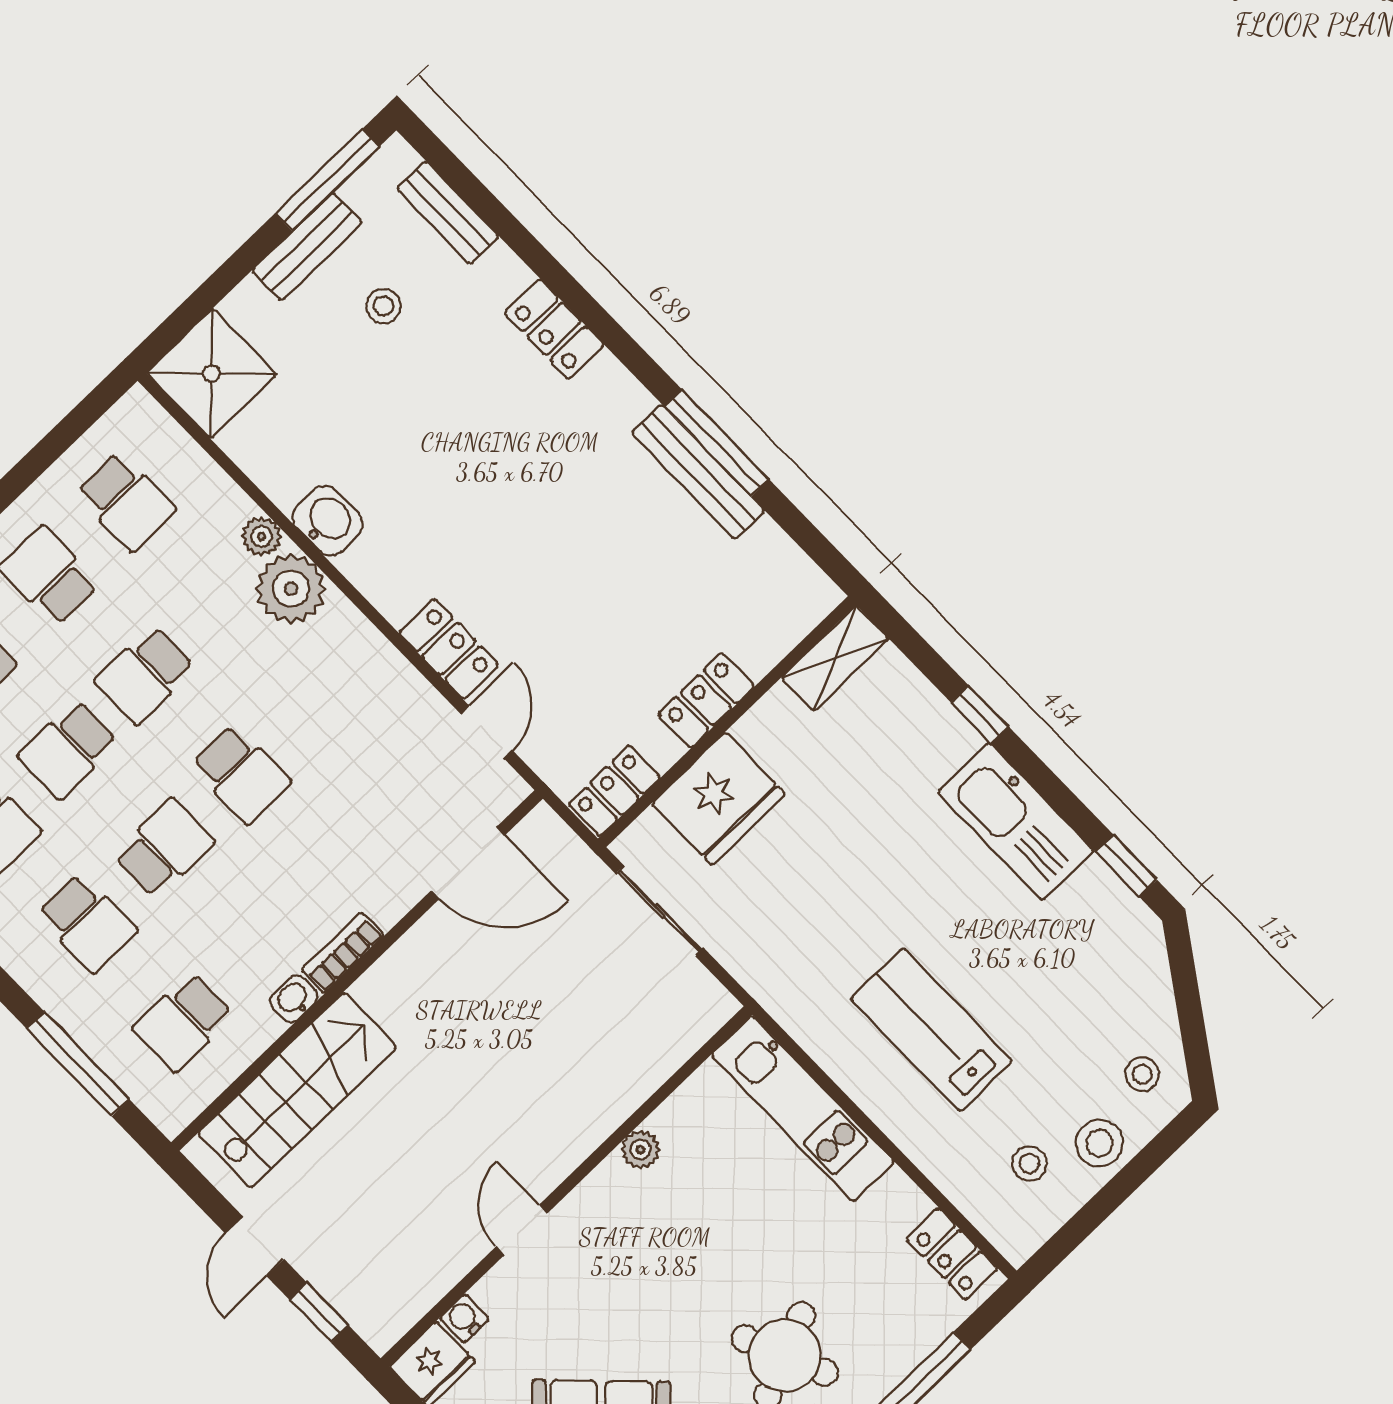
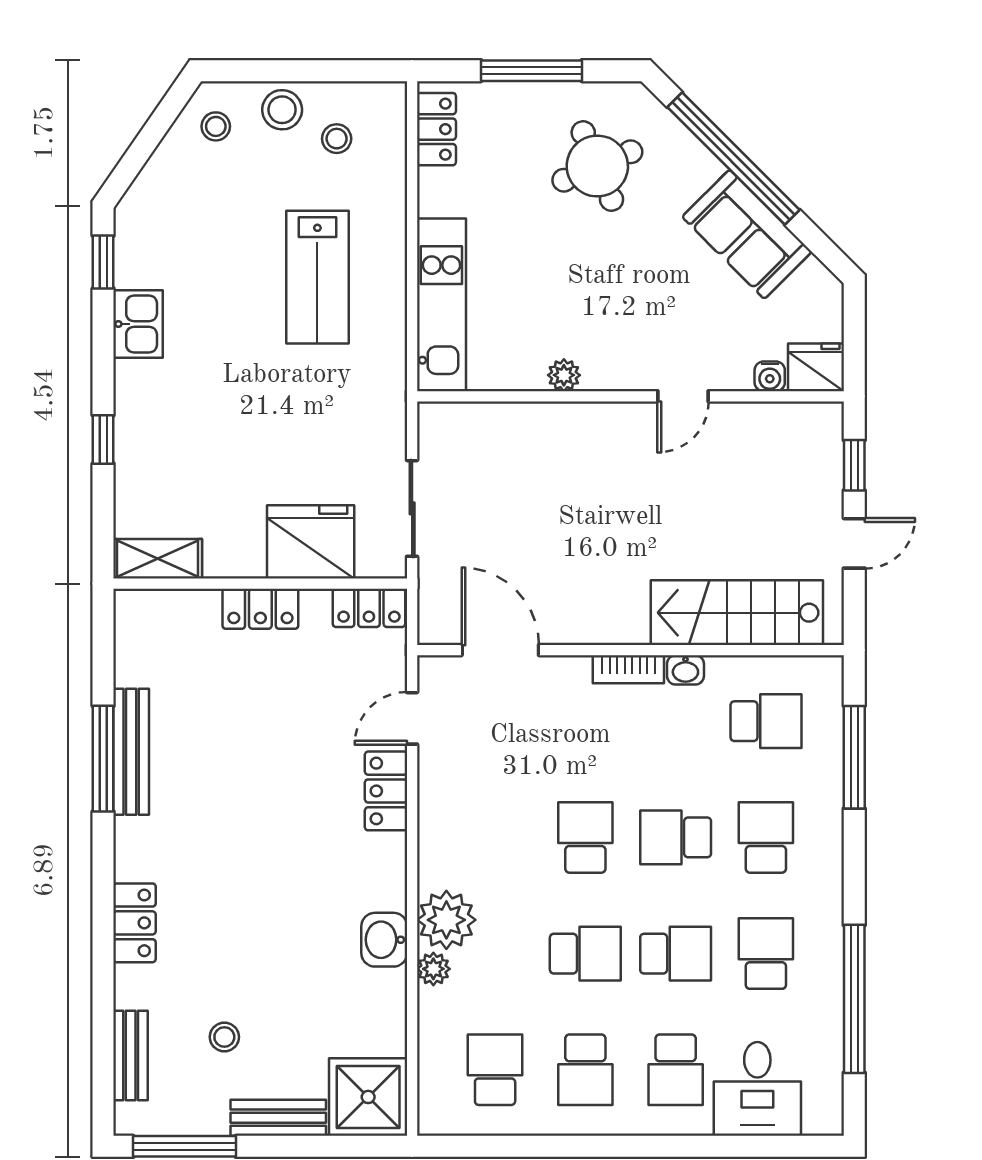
bench: (307, 247) -> (278, 1118), moved
kitchen sink: (1016, 821) -> (138, 324), width x0.53, depth x0.81

